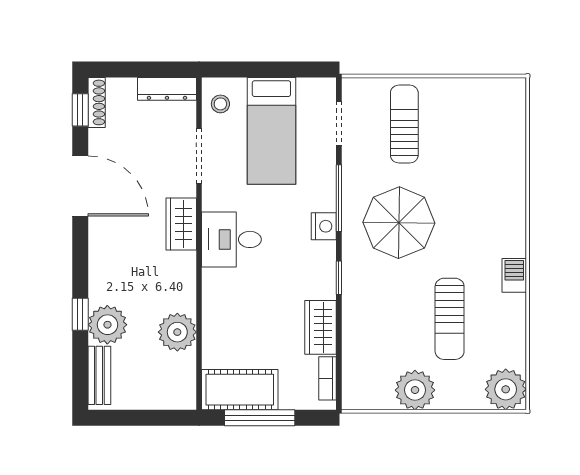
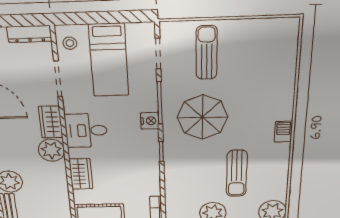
barbecue: (514, 275) -> (283, 132), moved
wardrobe: (321, 327) -> (81, 174), moved, turned 180
plant: (177, 332) -> (51, 150), moved

